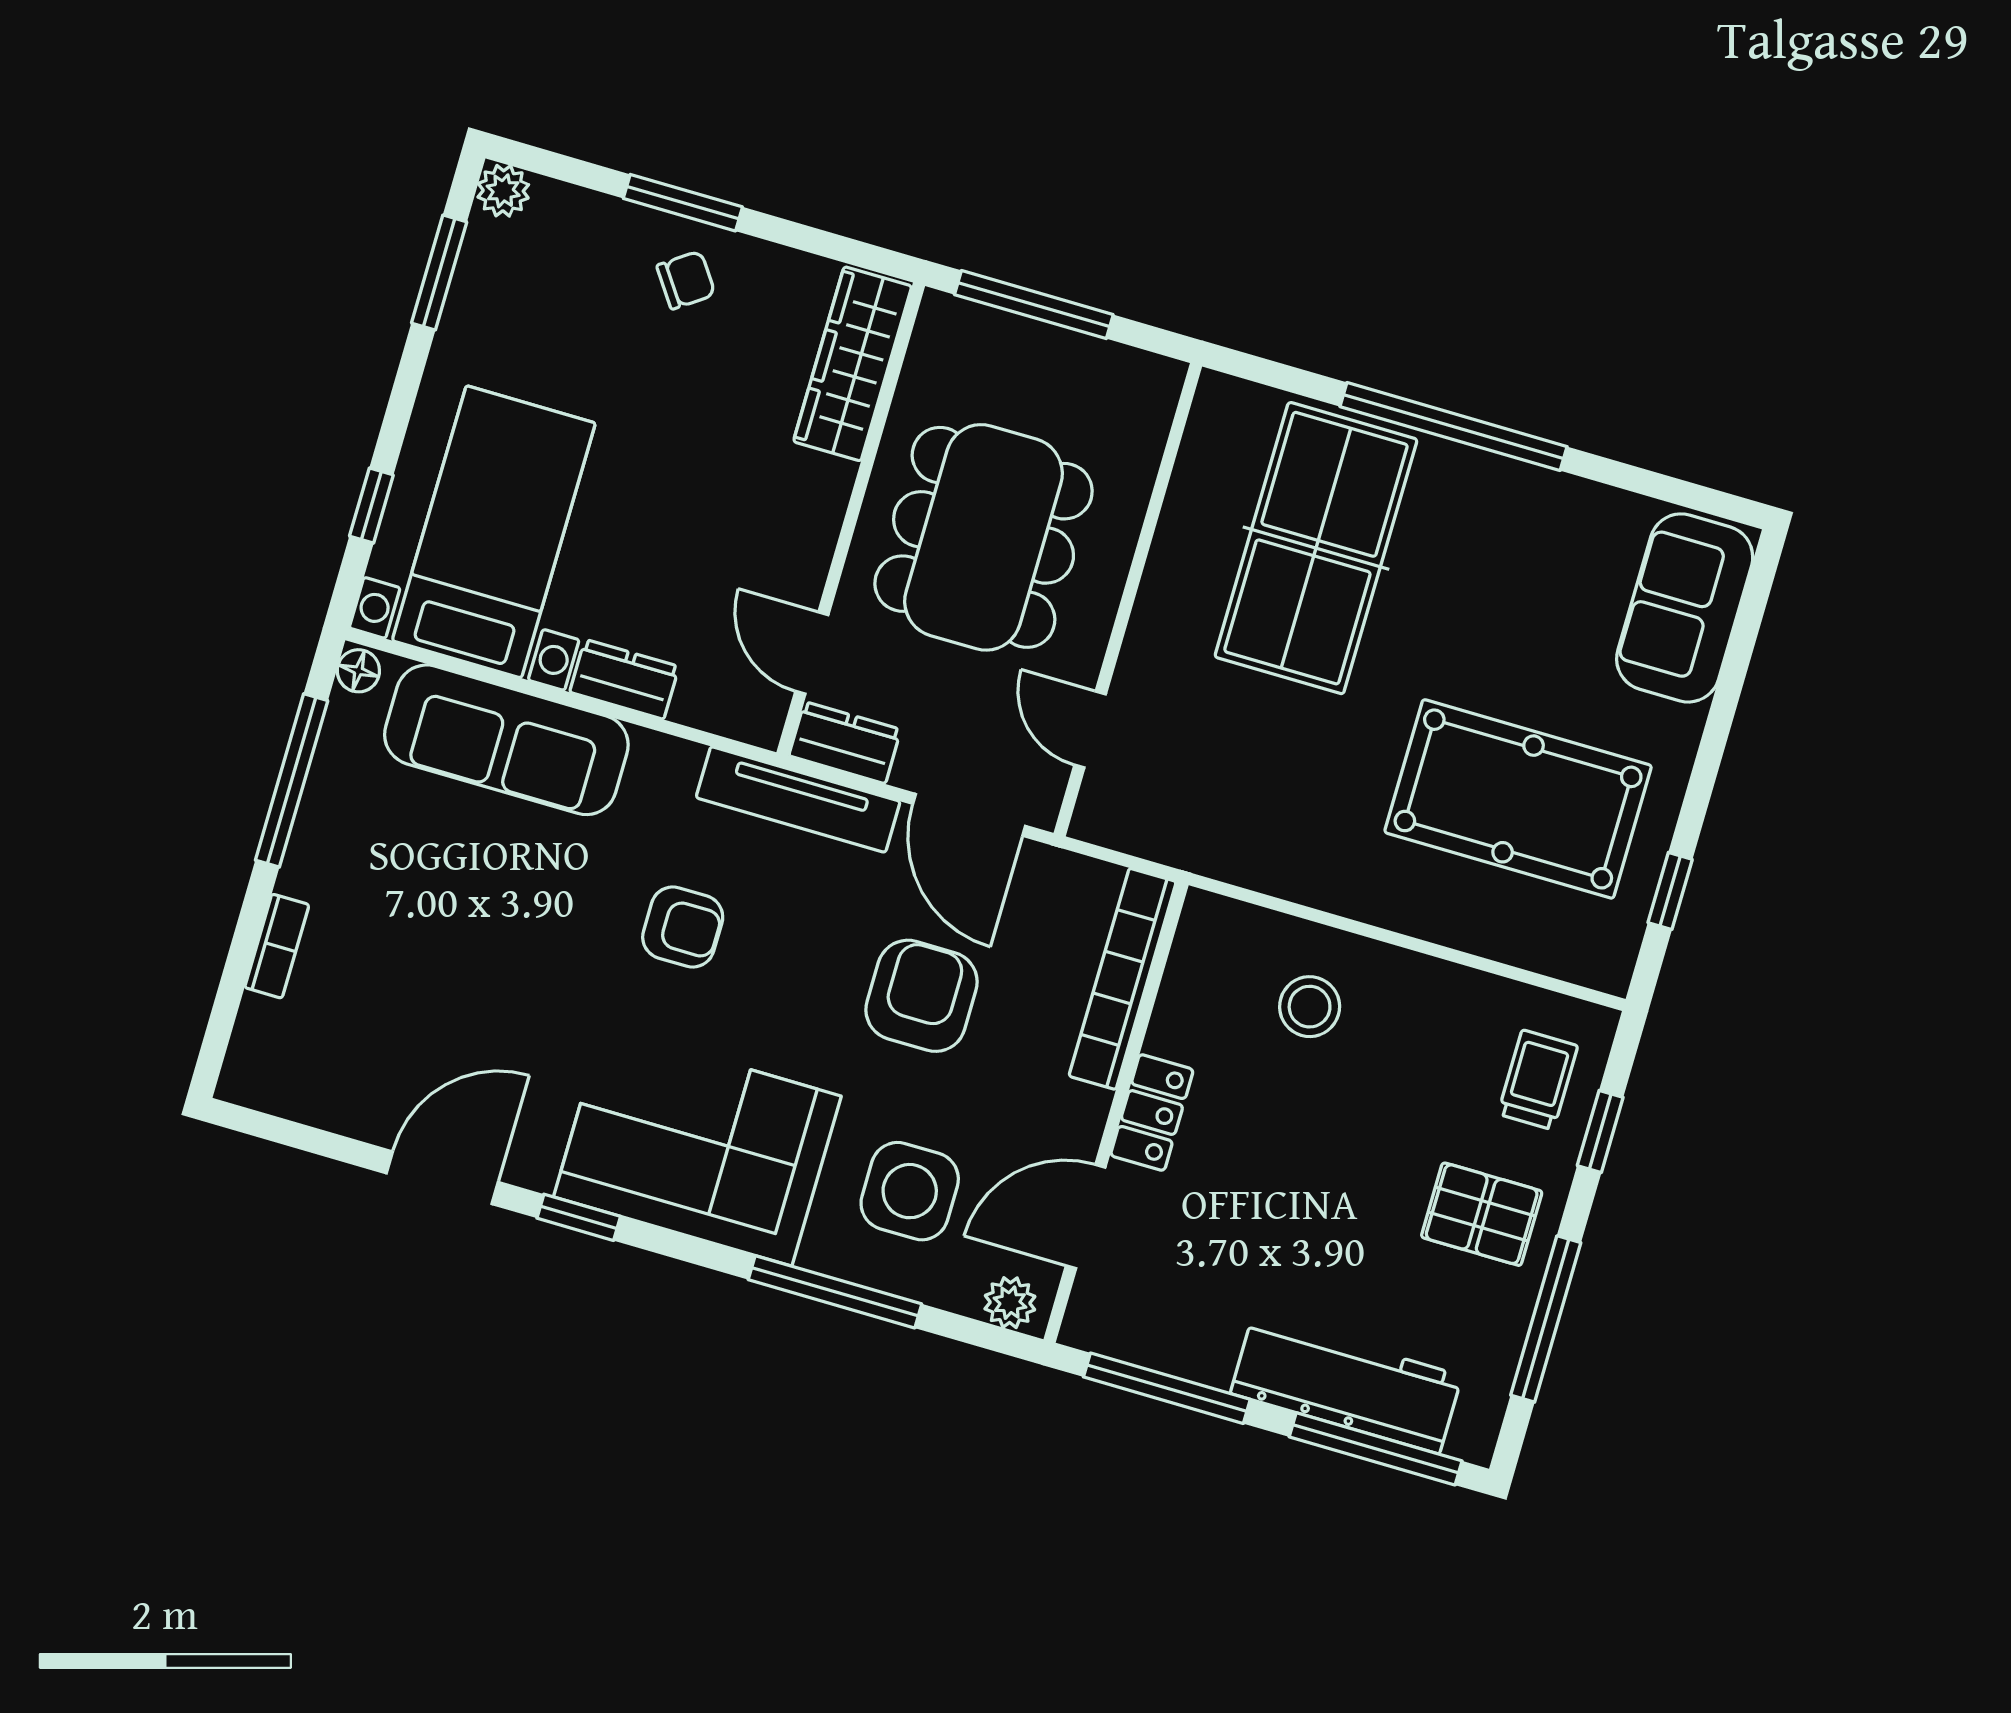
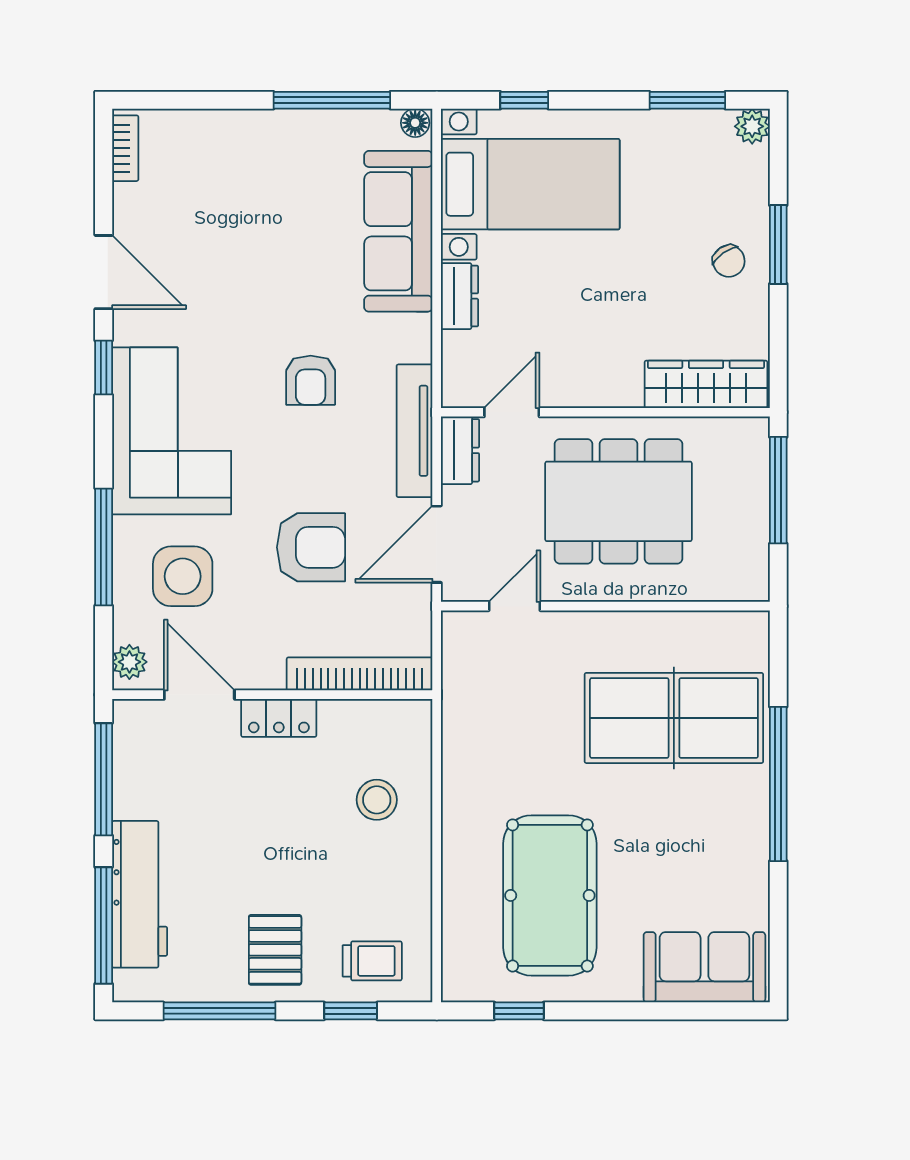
bookcase: (277, 946) -> (125, 148), moved, turned -90

